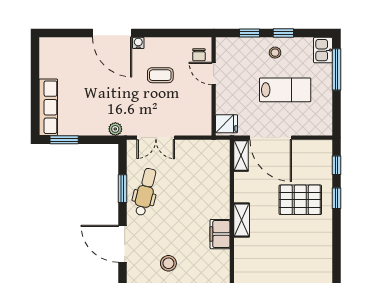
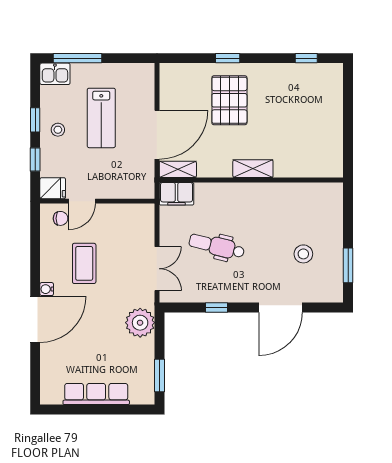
coffee table: (160, 75) -> (84, 263), width x1.36, depth x1.30
lab bench: (285, 90) -> (101, 118), turned 180
row of seats: (48, 107) -> (96, 394), moved
fridge: (227, 124) -> (53, 188), moved, turned 90
plant: (115, 129) -> (140, 323), width x1.88, depth x1.88
window: (336, 165) -> (306, 58), moved
window: (122, 189) -> (216, 308), width x0.67
dental chair: (145, 192) -> (217, 246), moved
filing cabinet: (220, 234) -> (176, 194), moved

